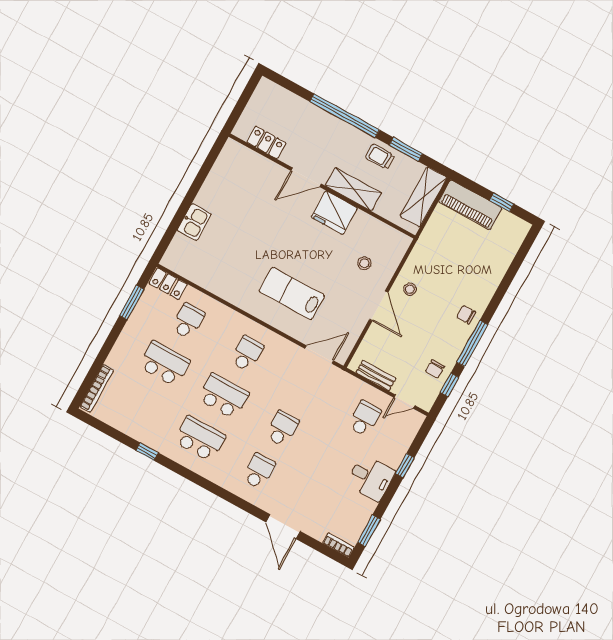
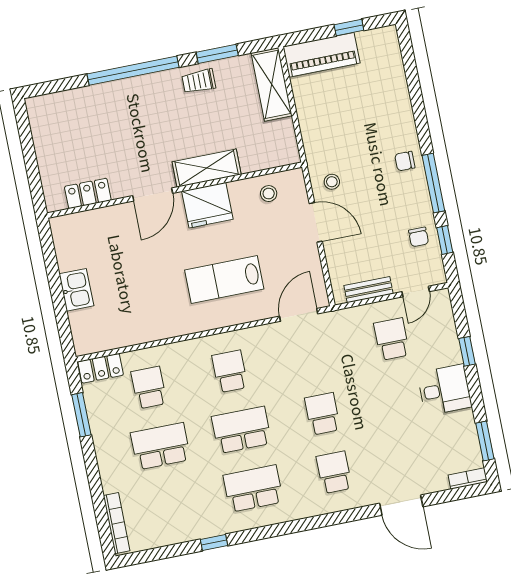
locker: (266, 142) -> (88, 193), moved
door: (306, 177) -> (153, 194), moved
wall: (322, 186) -> (175, 190), moved
shelving: (353, 189) -> (207, 168), moved
fridge: (334, 213) -> (207, 205), moved

